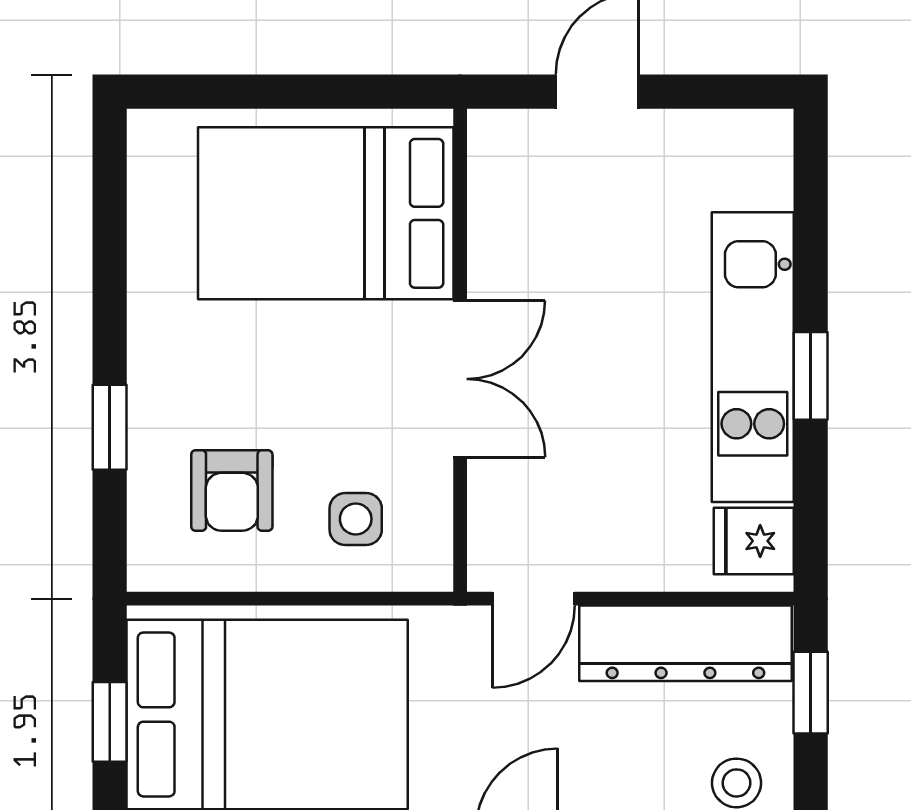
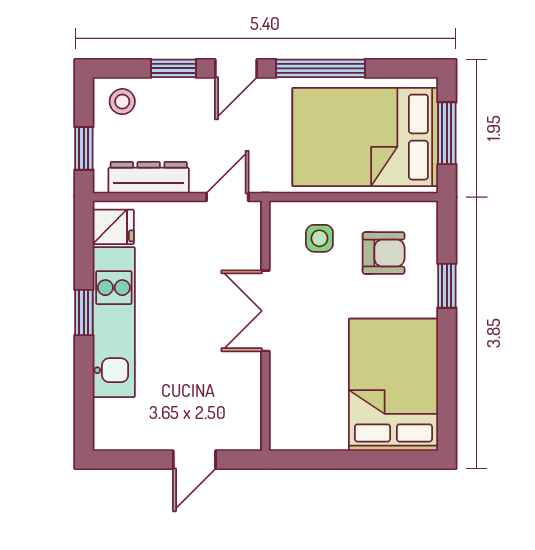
bed: (326, 213) -> (393, 385), moved, turned -90
armchair: (232, 491) -> (384, 253), turned 90
dresser: (685, 643) -> (149, 178), width x0.73, depth x0.80
window: (110, 722) -> (447, 133), width x1.50

